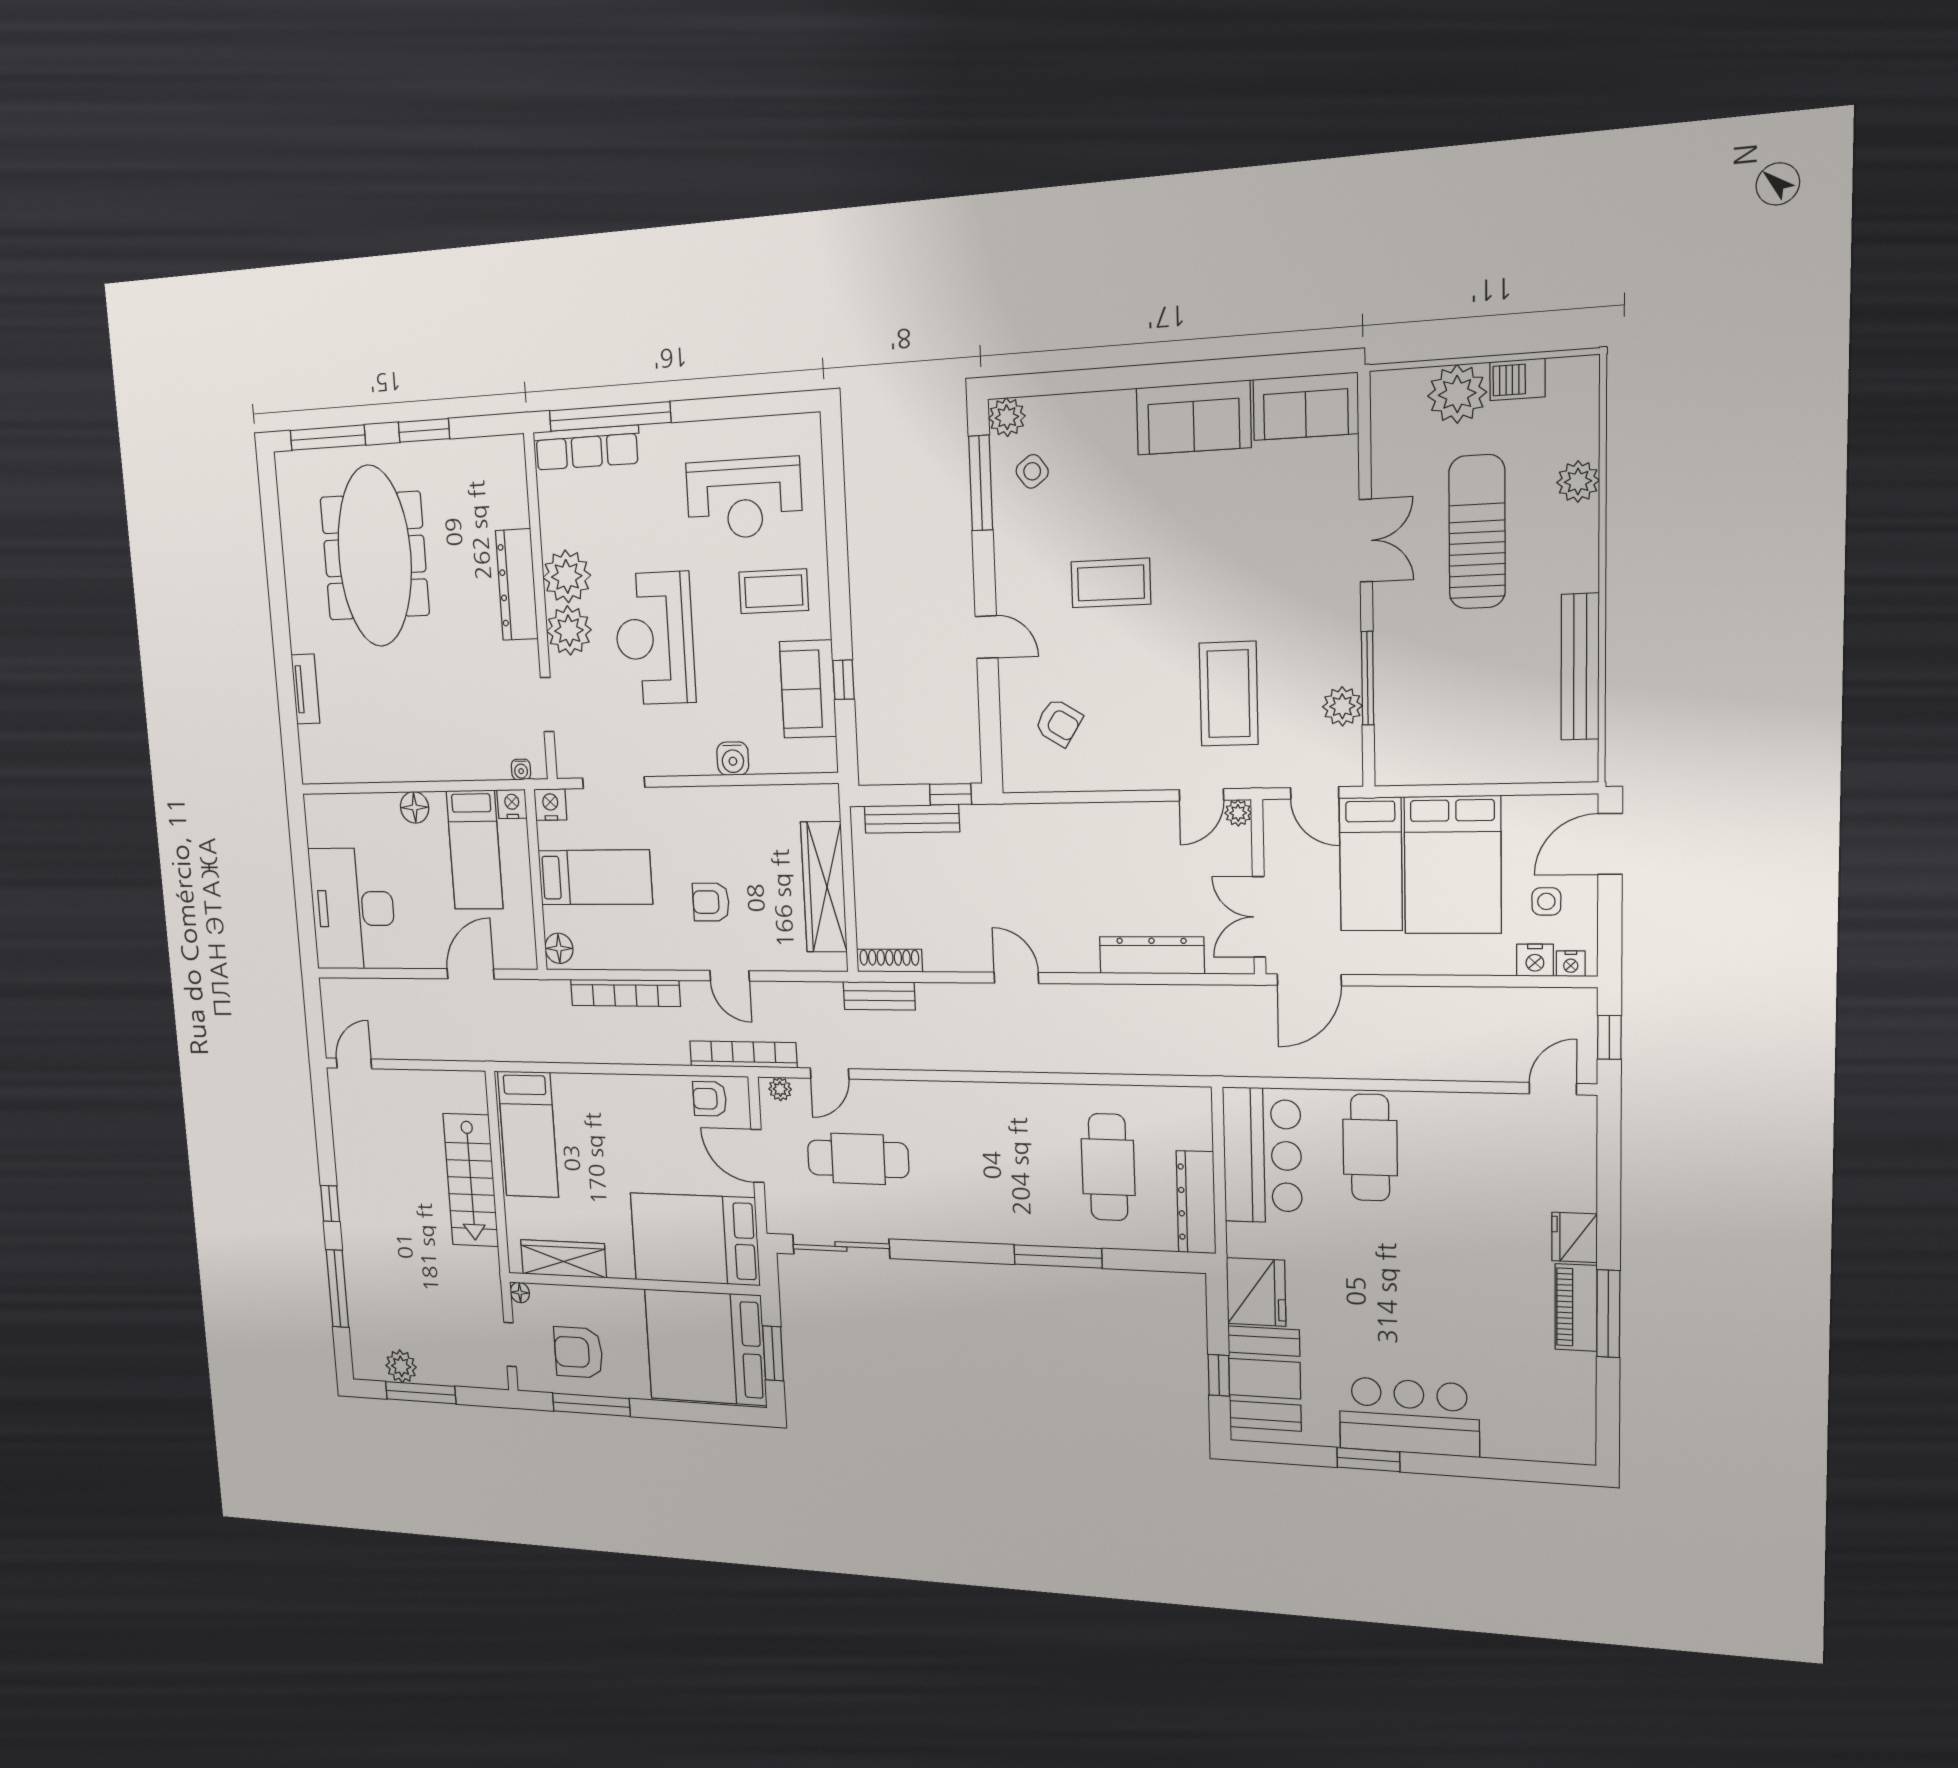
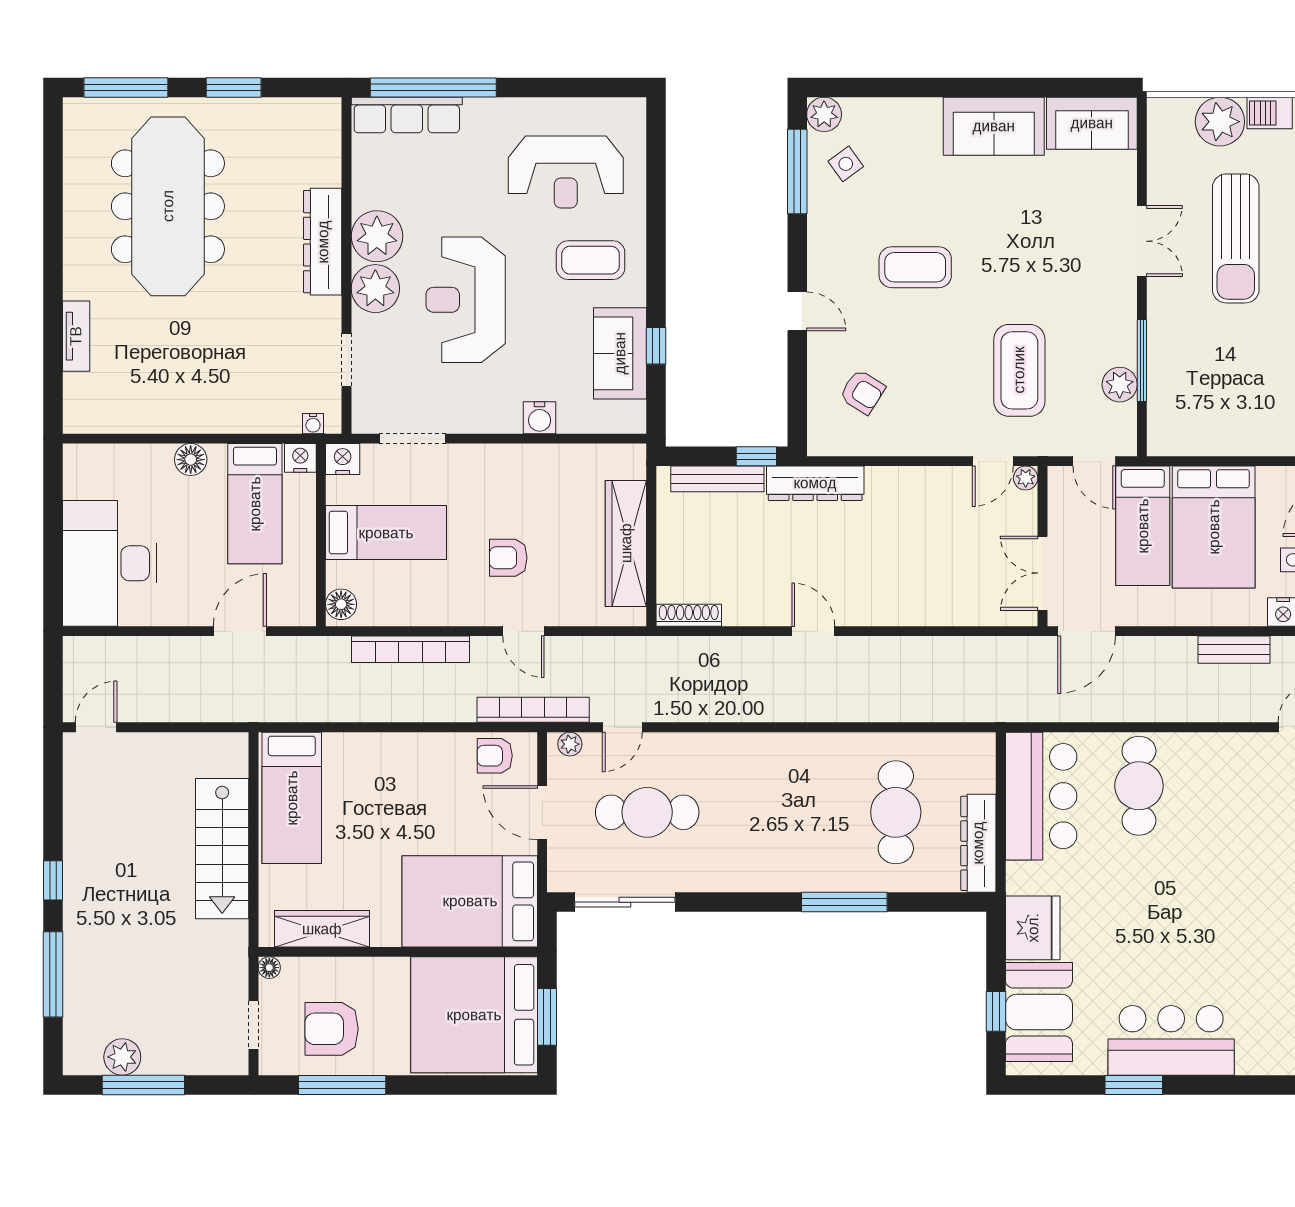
sun lounger: (1477, 532) -> (1236, 238), turned 180
dresser: (1152, 955) -> (815, 483), moved, turned 180
bench: (879, 996) -> (1234, 650), moved

